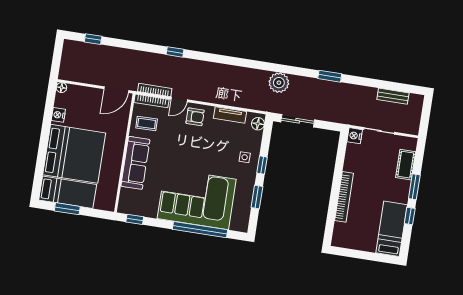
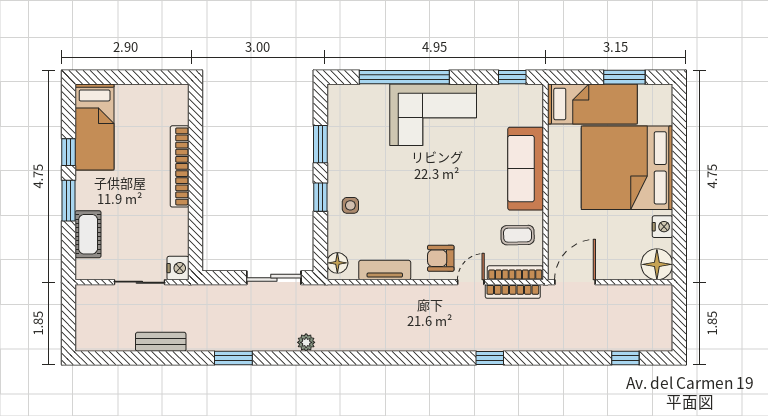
plant: (279, 83) -> (306, 342), width x0.53, depth x0.53
floor lamp: (61, 88) -> (657, 264), width x1.89, depth x1.89
bench: (393, 96) -> (161, 342), moved
bed: (68, 192) -> (592, 104), moved, turned 180
corner sofa: (197, 199) -> (433, 115), width x0.73, depth x0.74

